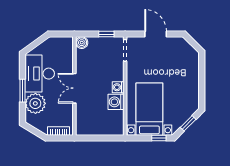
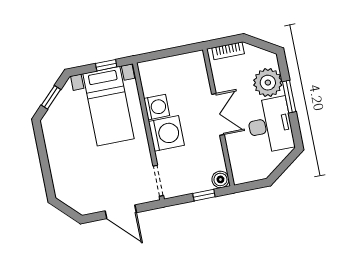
window: (106, 34) -> (204, 195), moved
washing machine: (118, 87) -> (166, 133), width x1.89, depth x1.89
window: (159, 138) -> (106, 65), moved

